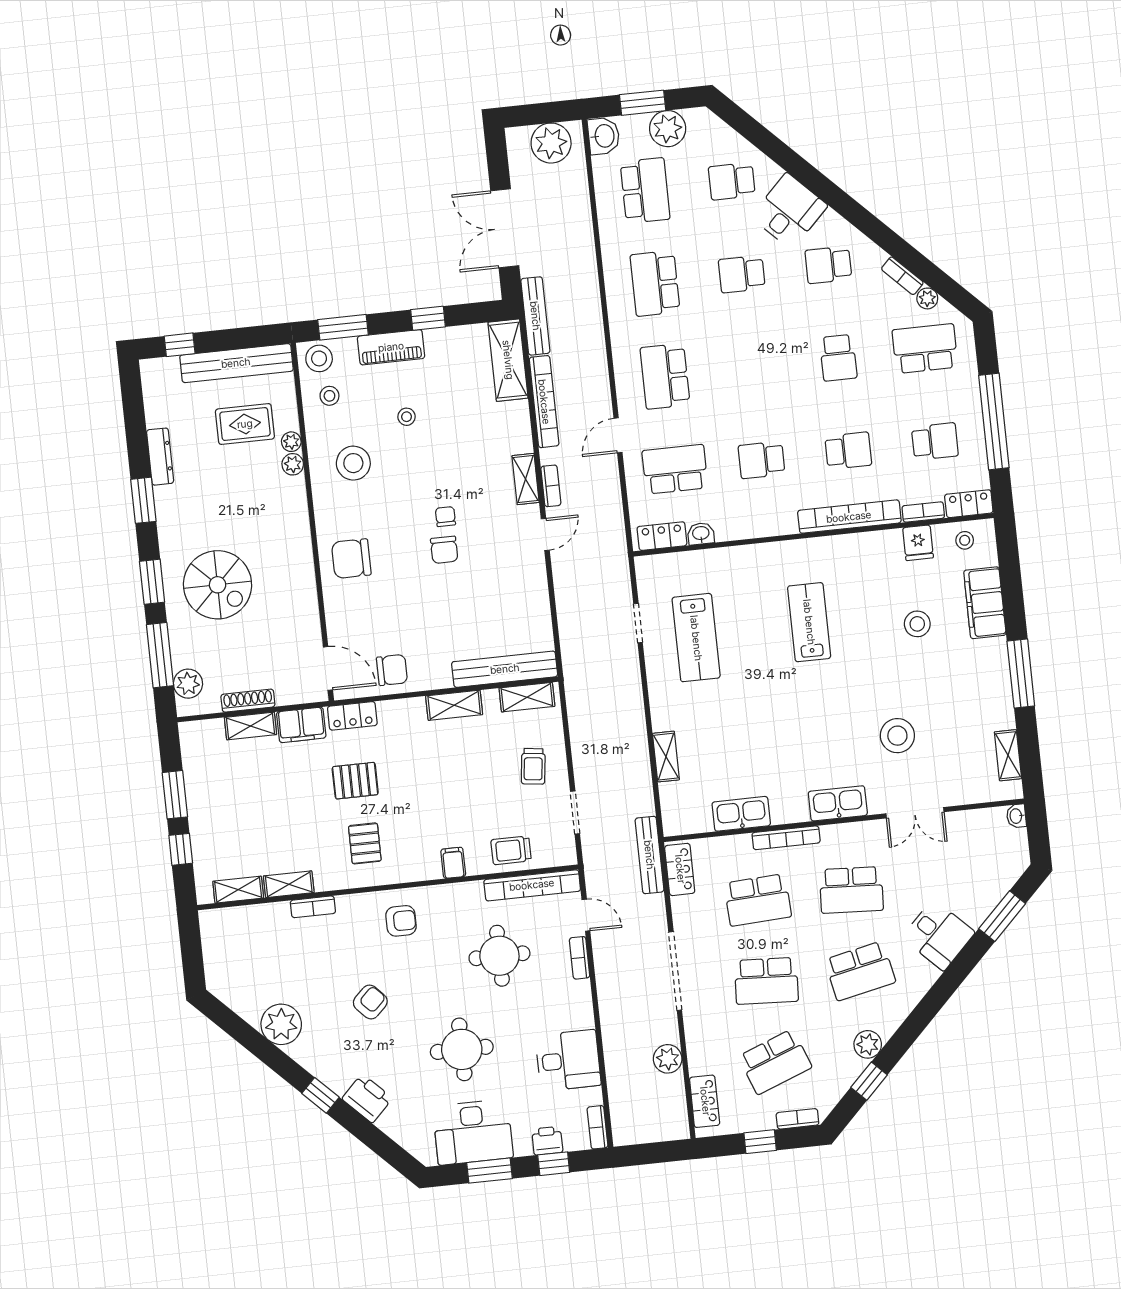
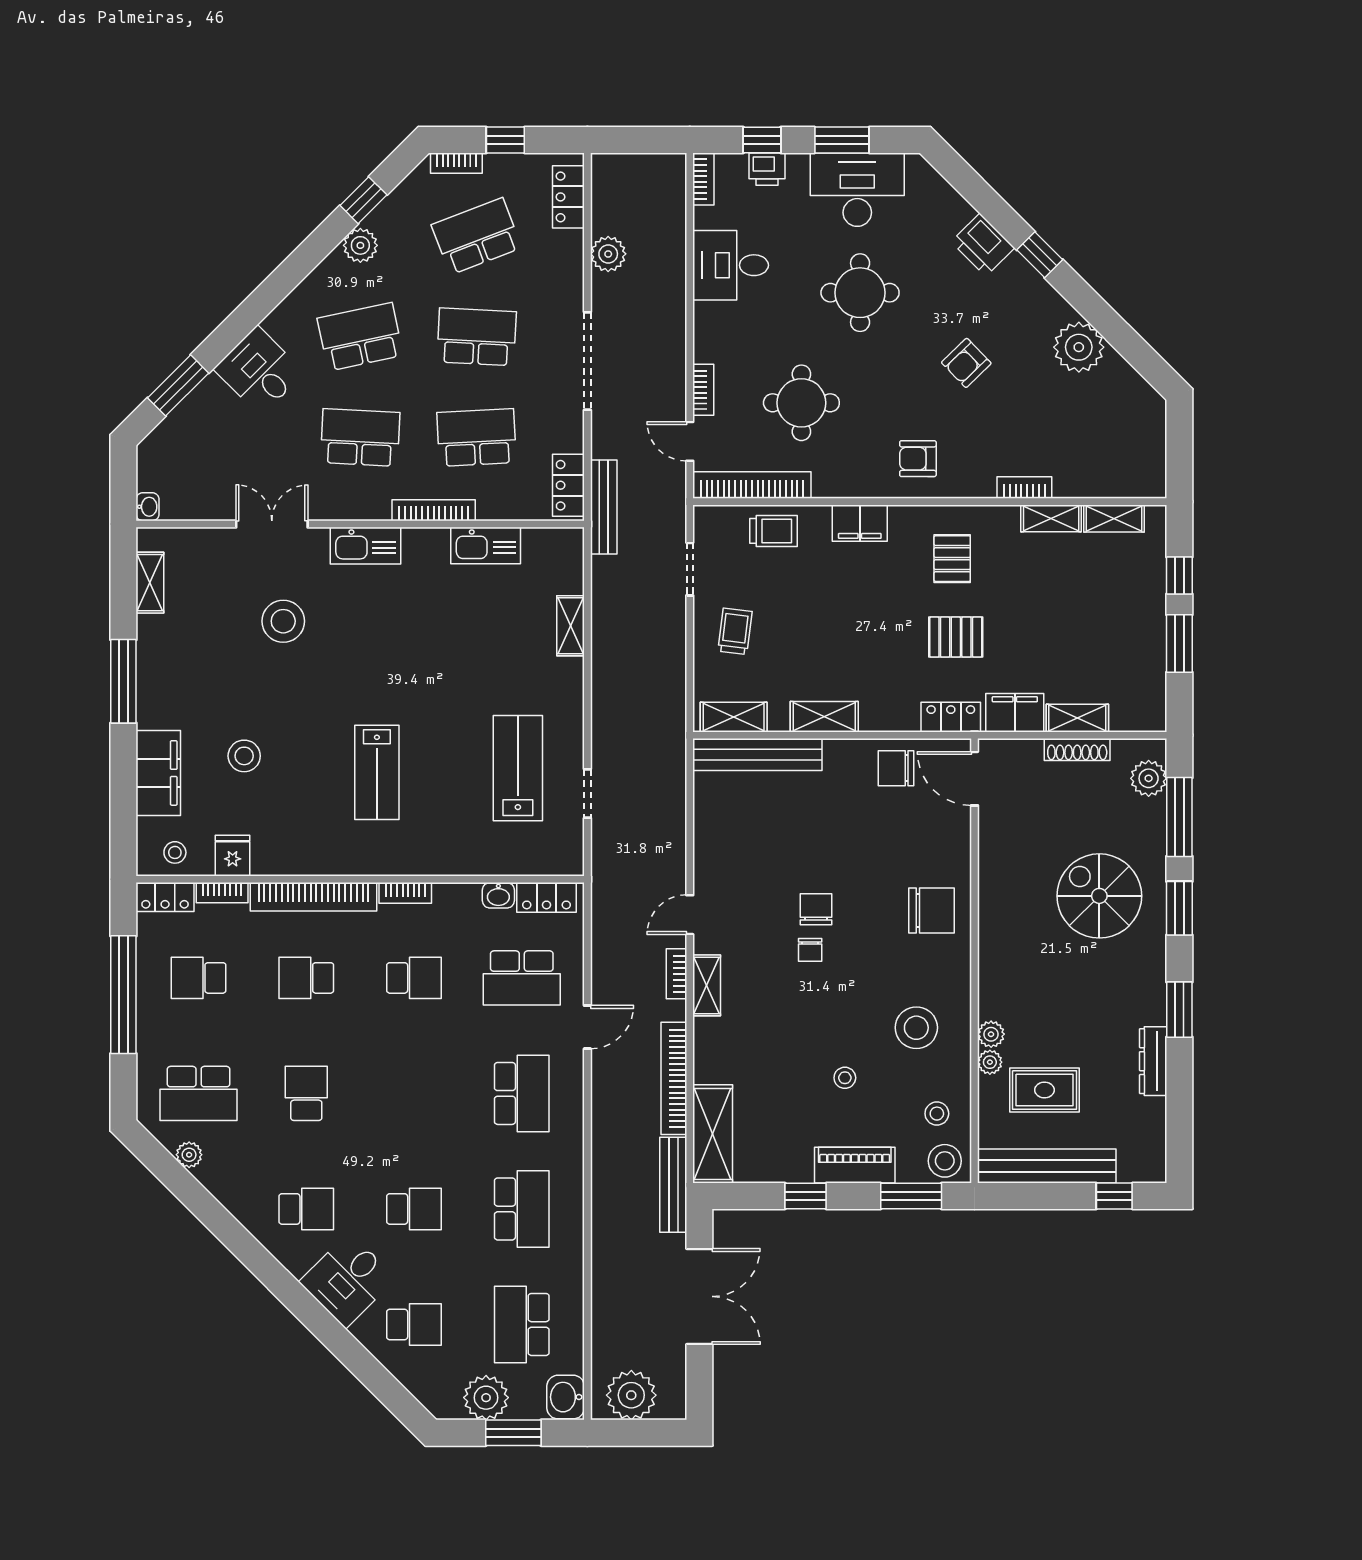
bookcase: (902, 276) -> (405, 893), moved, turned 135
filing cabinet: (453, 863) -> (860, 523), width x2.00

